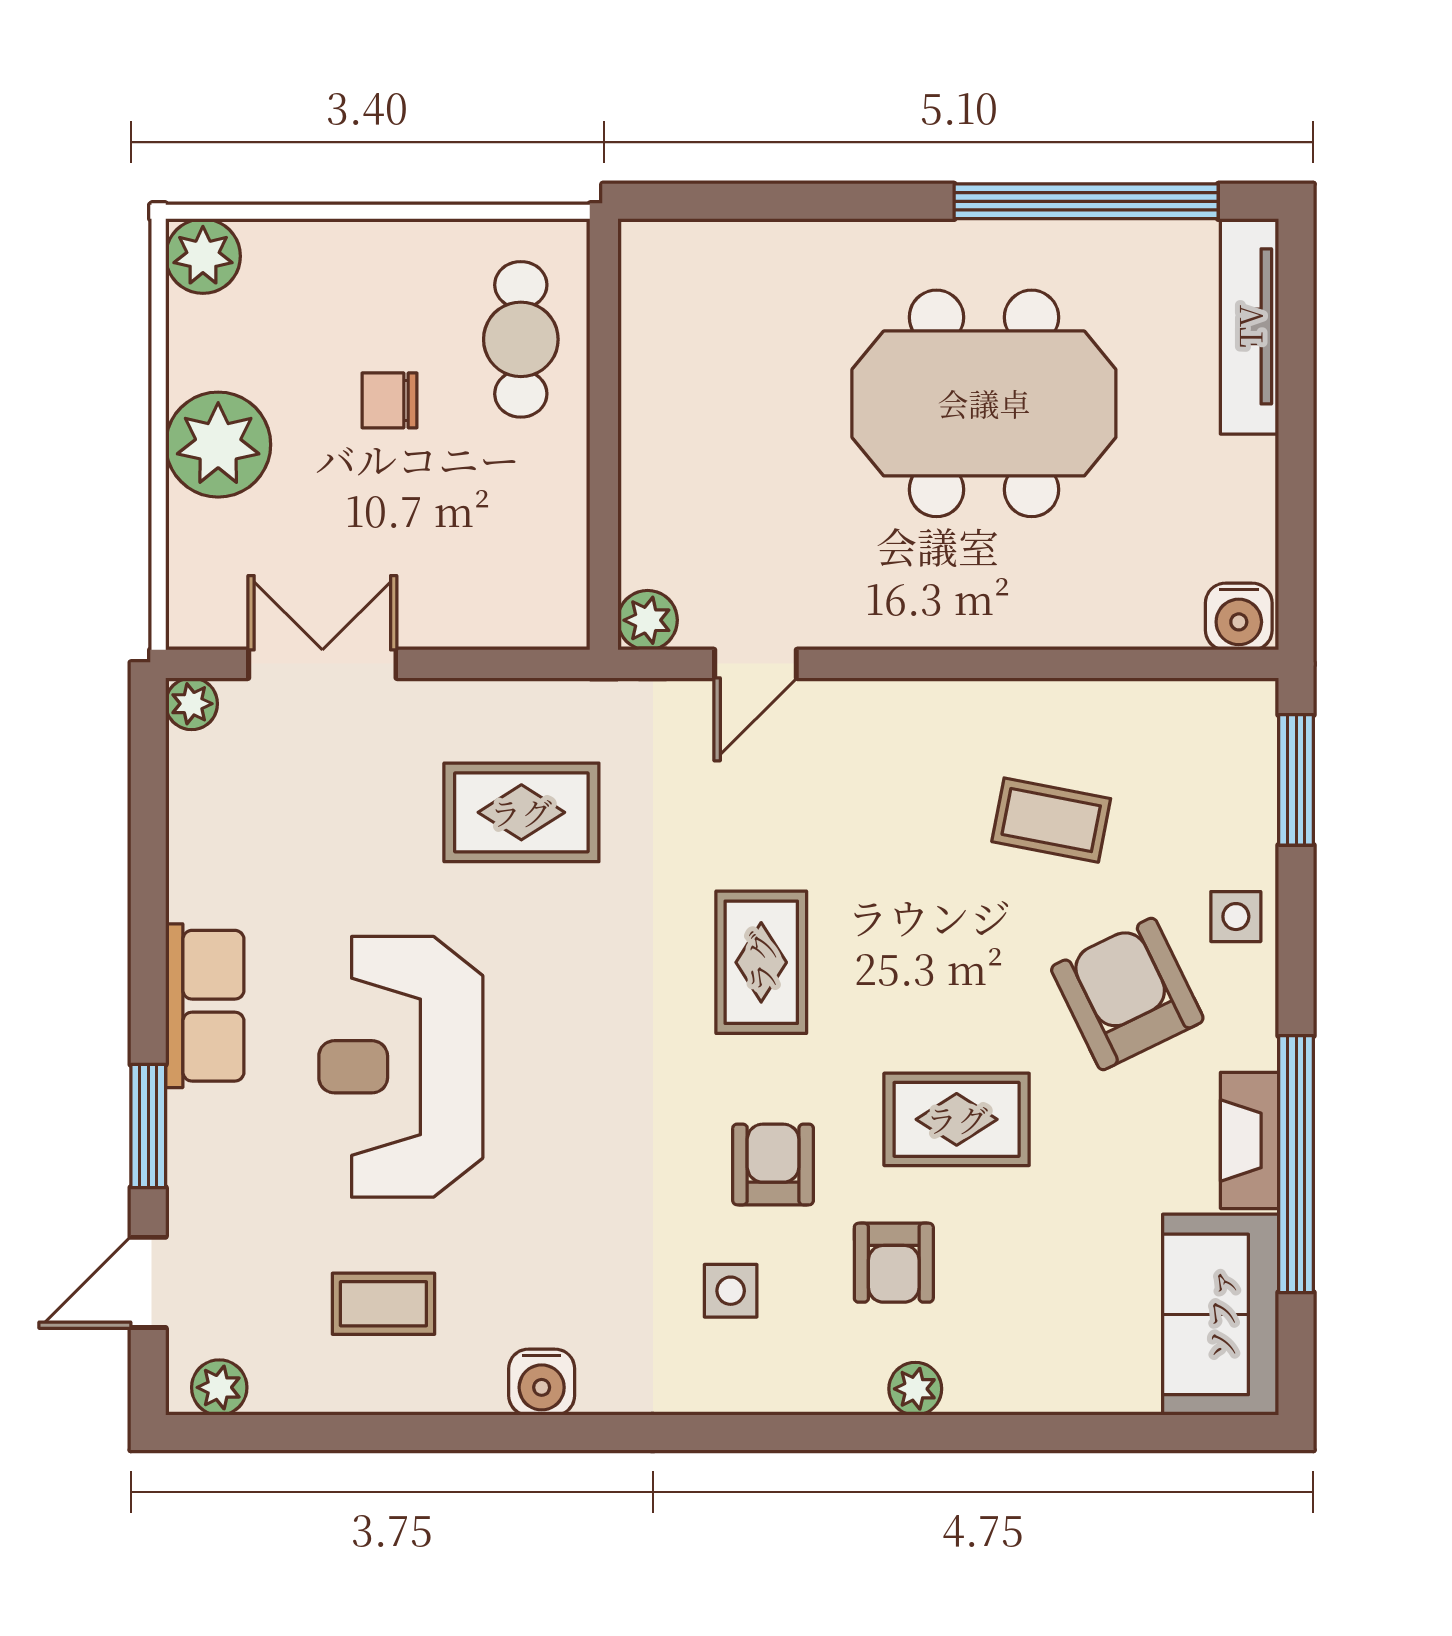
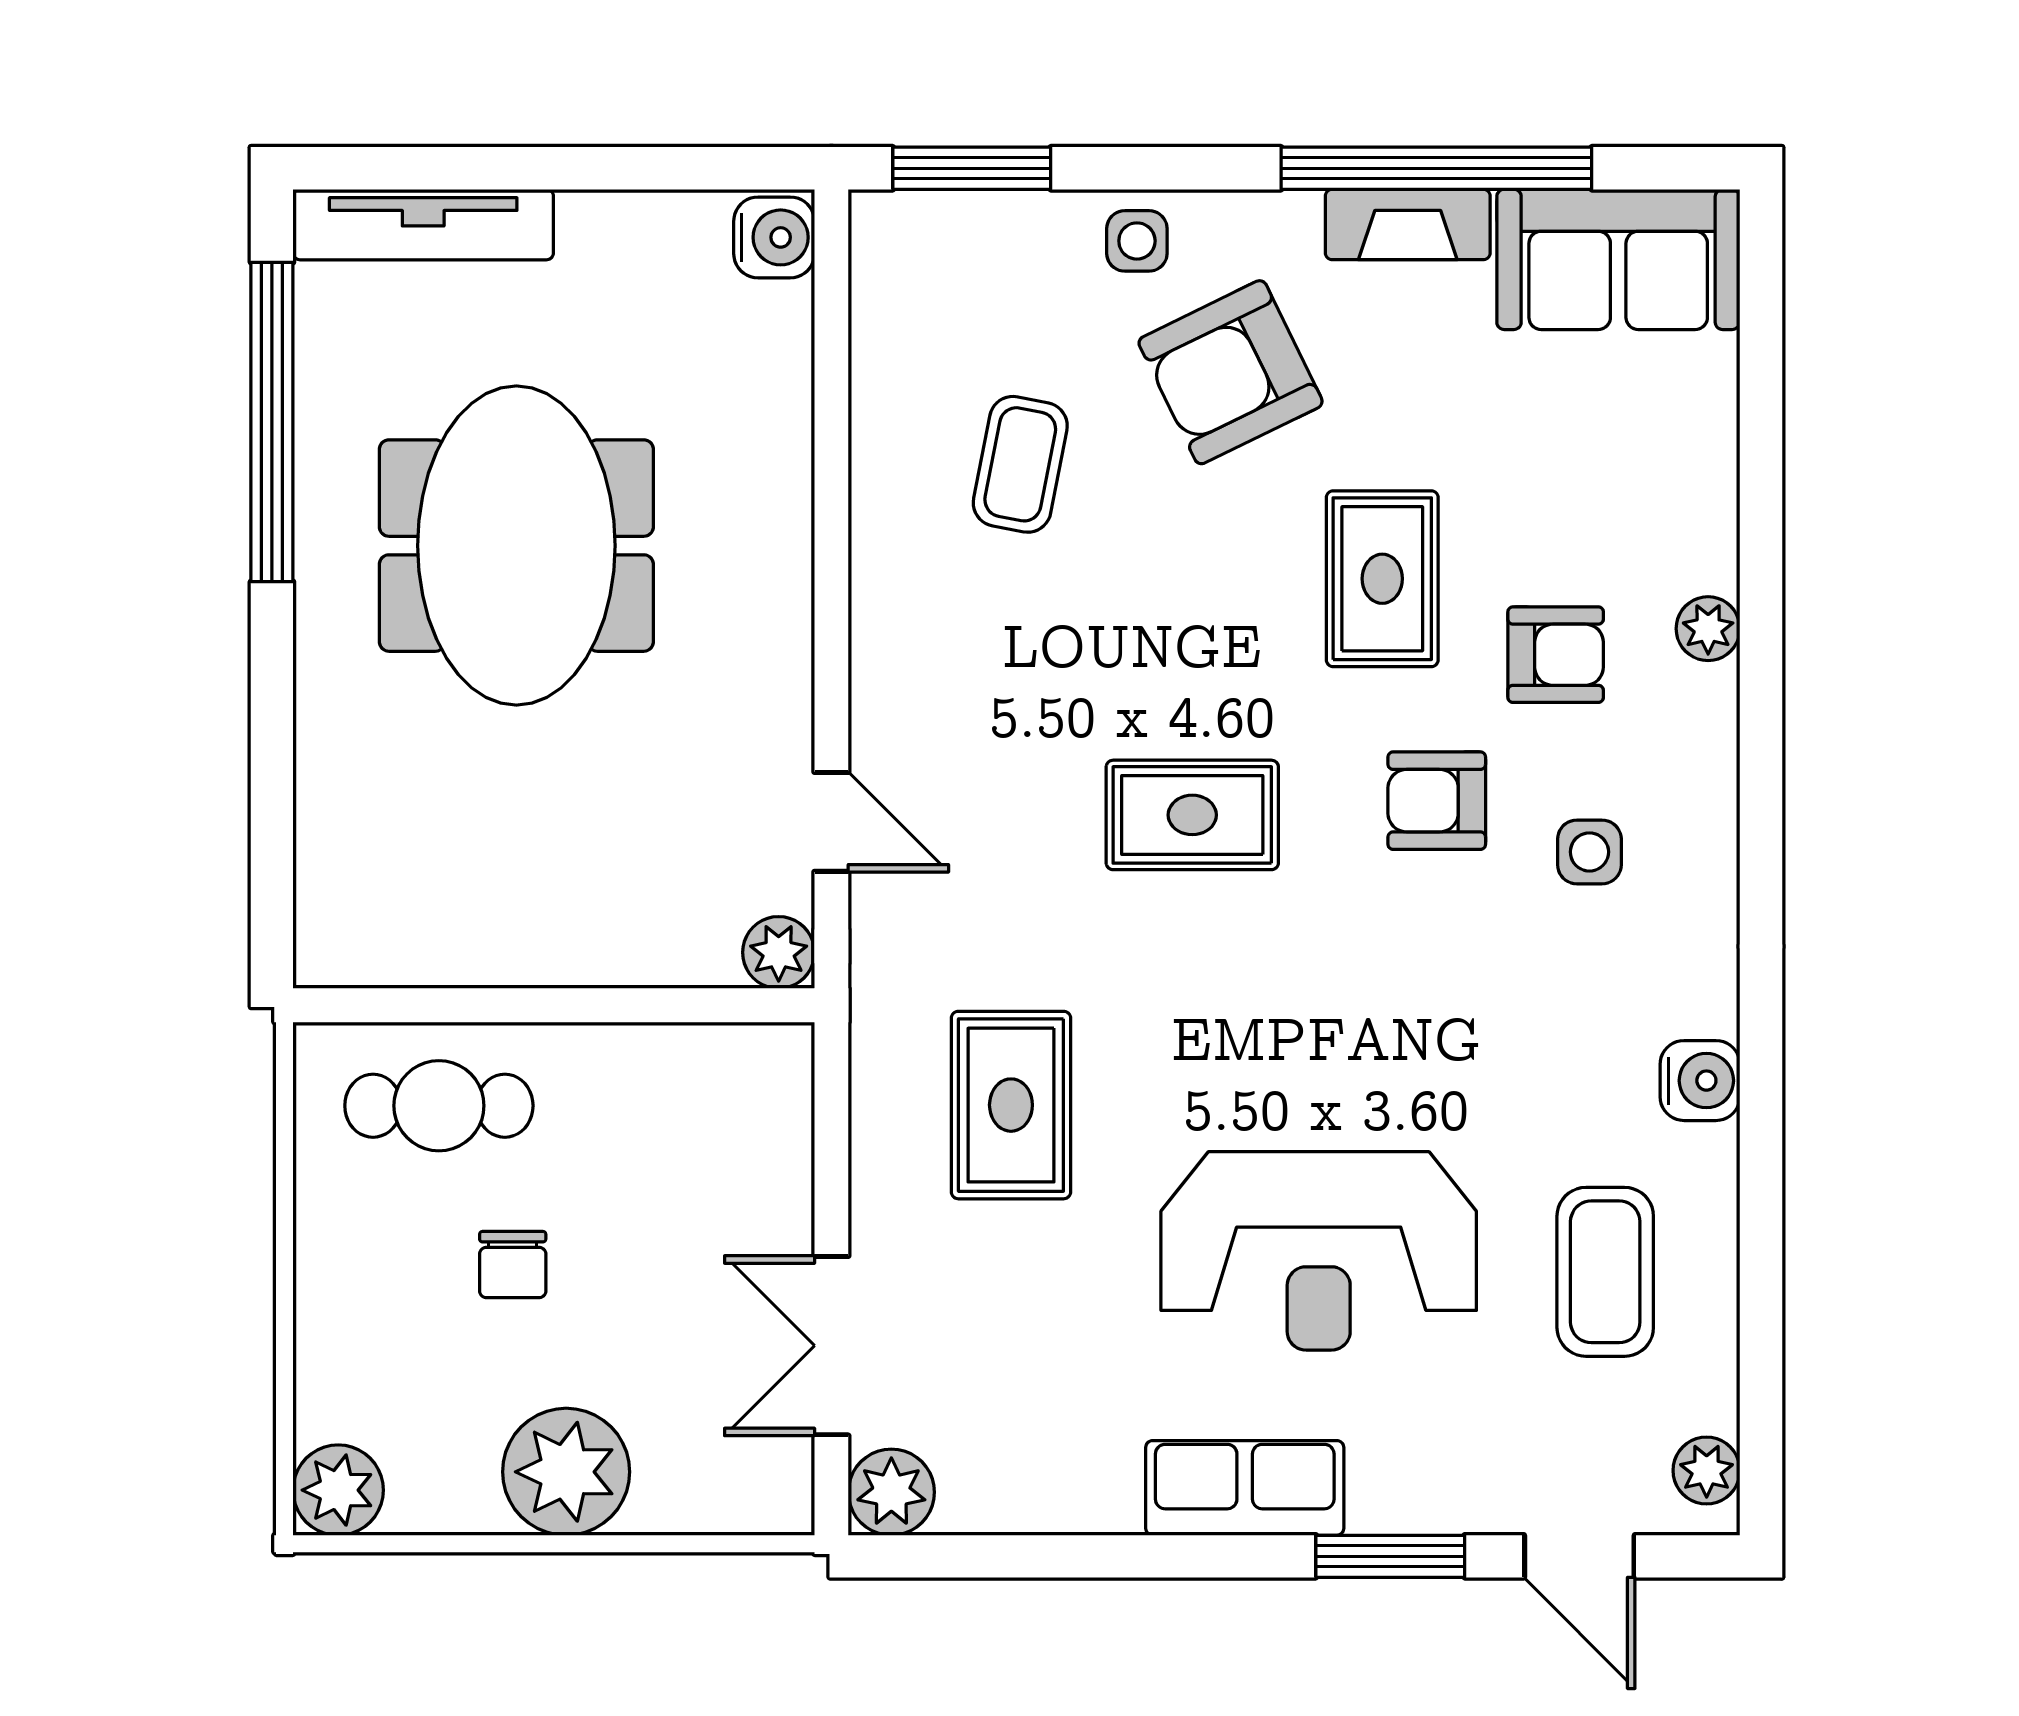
plant: (192, 704) -> (891, 1492), width x1.38, depth x1.38
coffee table: (383, 1304) -> (1605, 1272), width x1.36, depth x1.30

